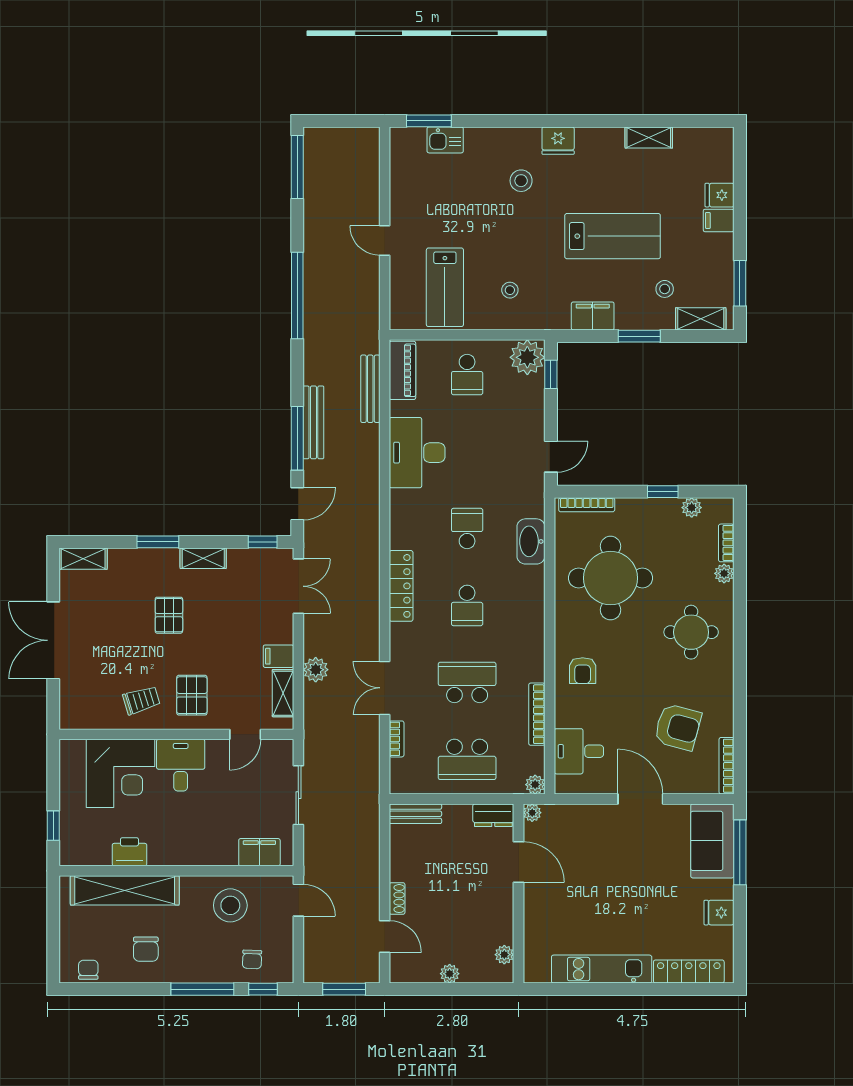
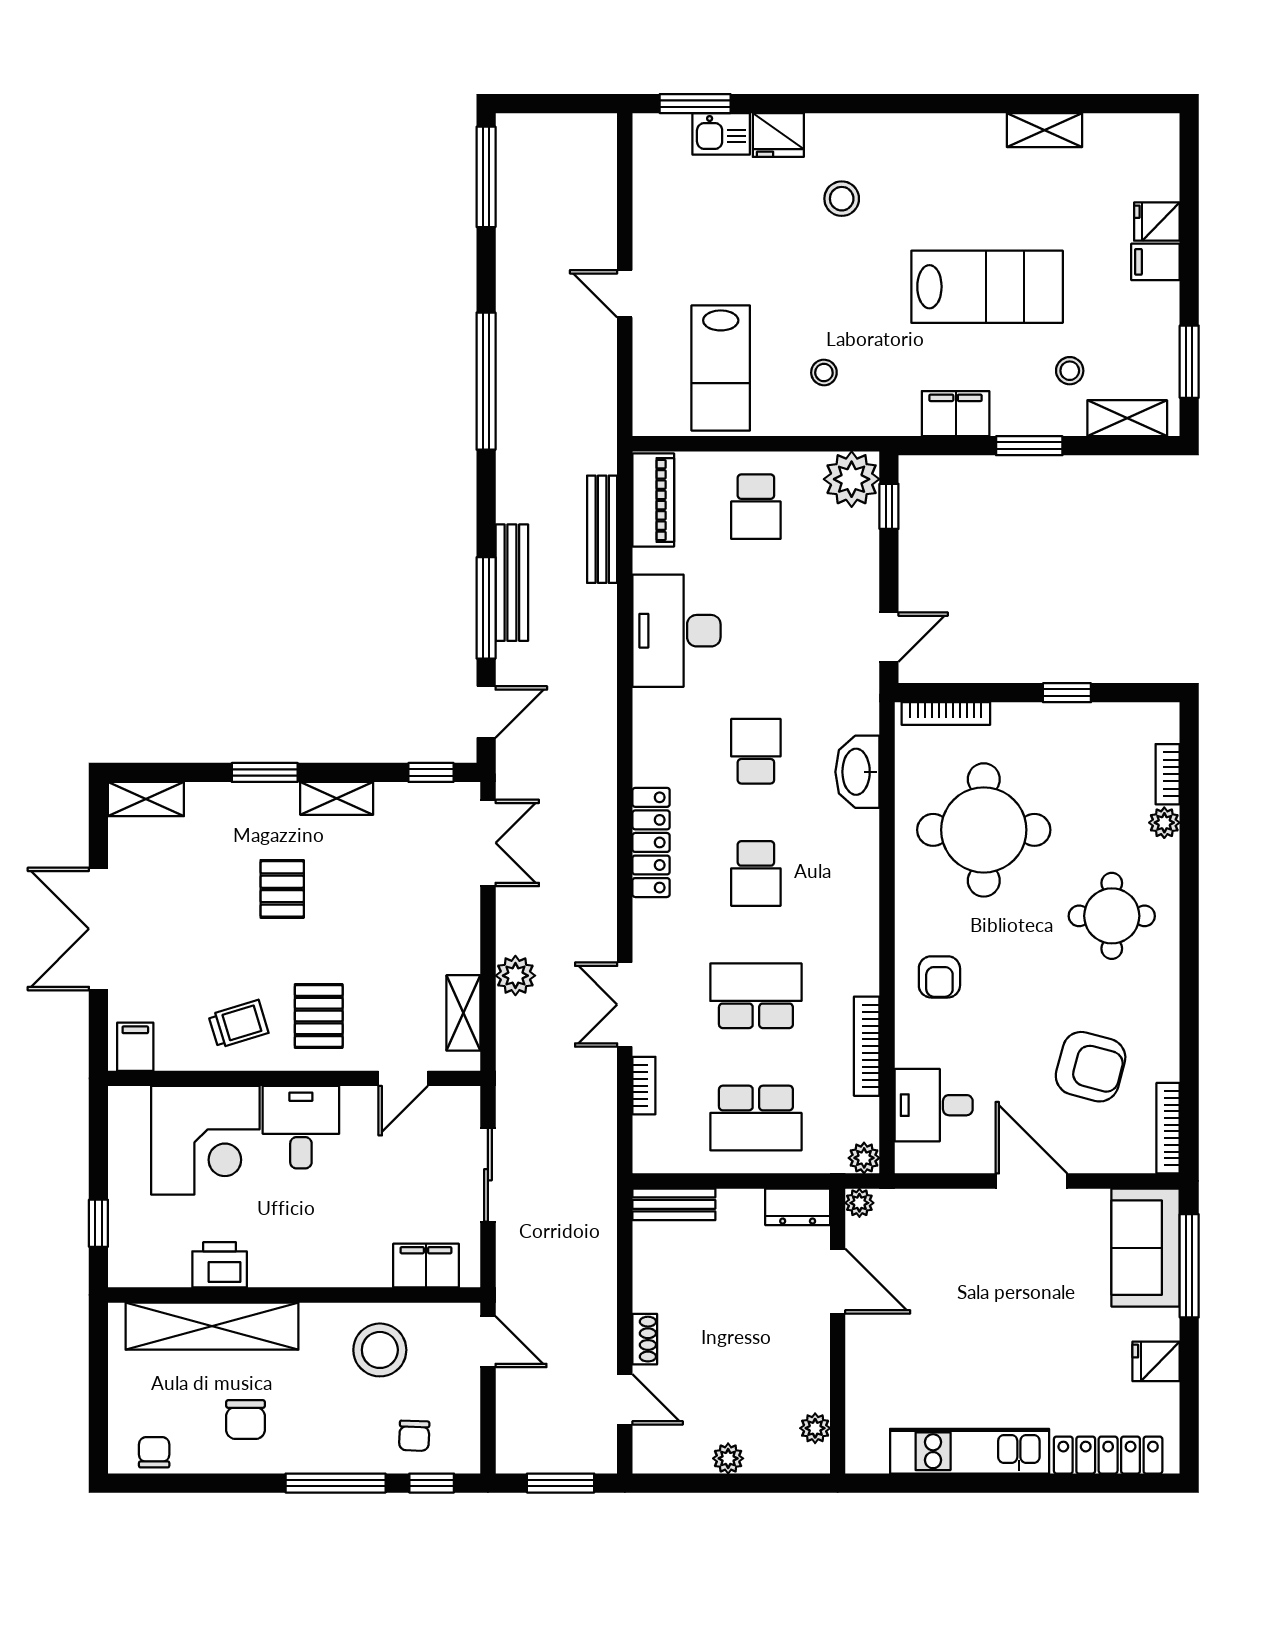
fridge: (558, 141) -> (778, 135), moved
plant: (692, 508) -> (1113, 718), removed
filing cabinet: (278, 656) -> (135, 1047), moved, turned 90

